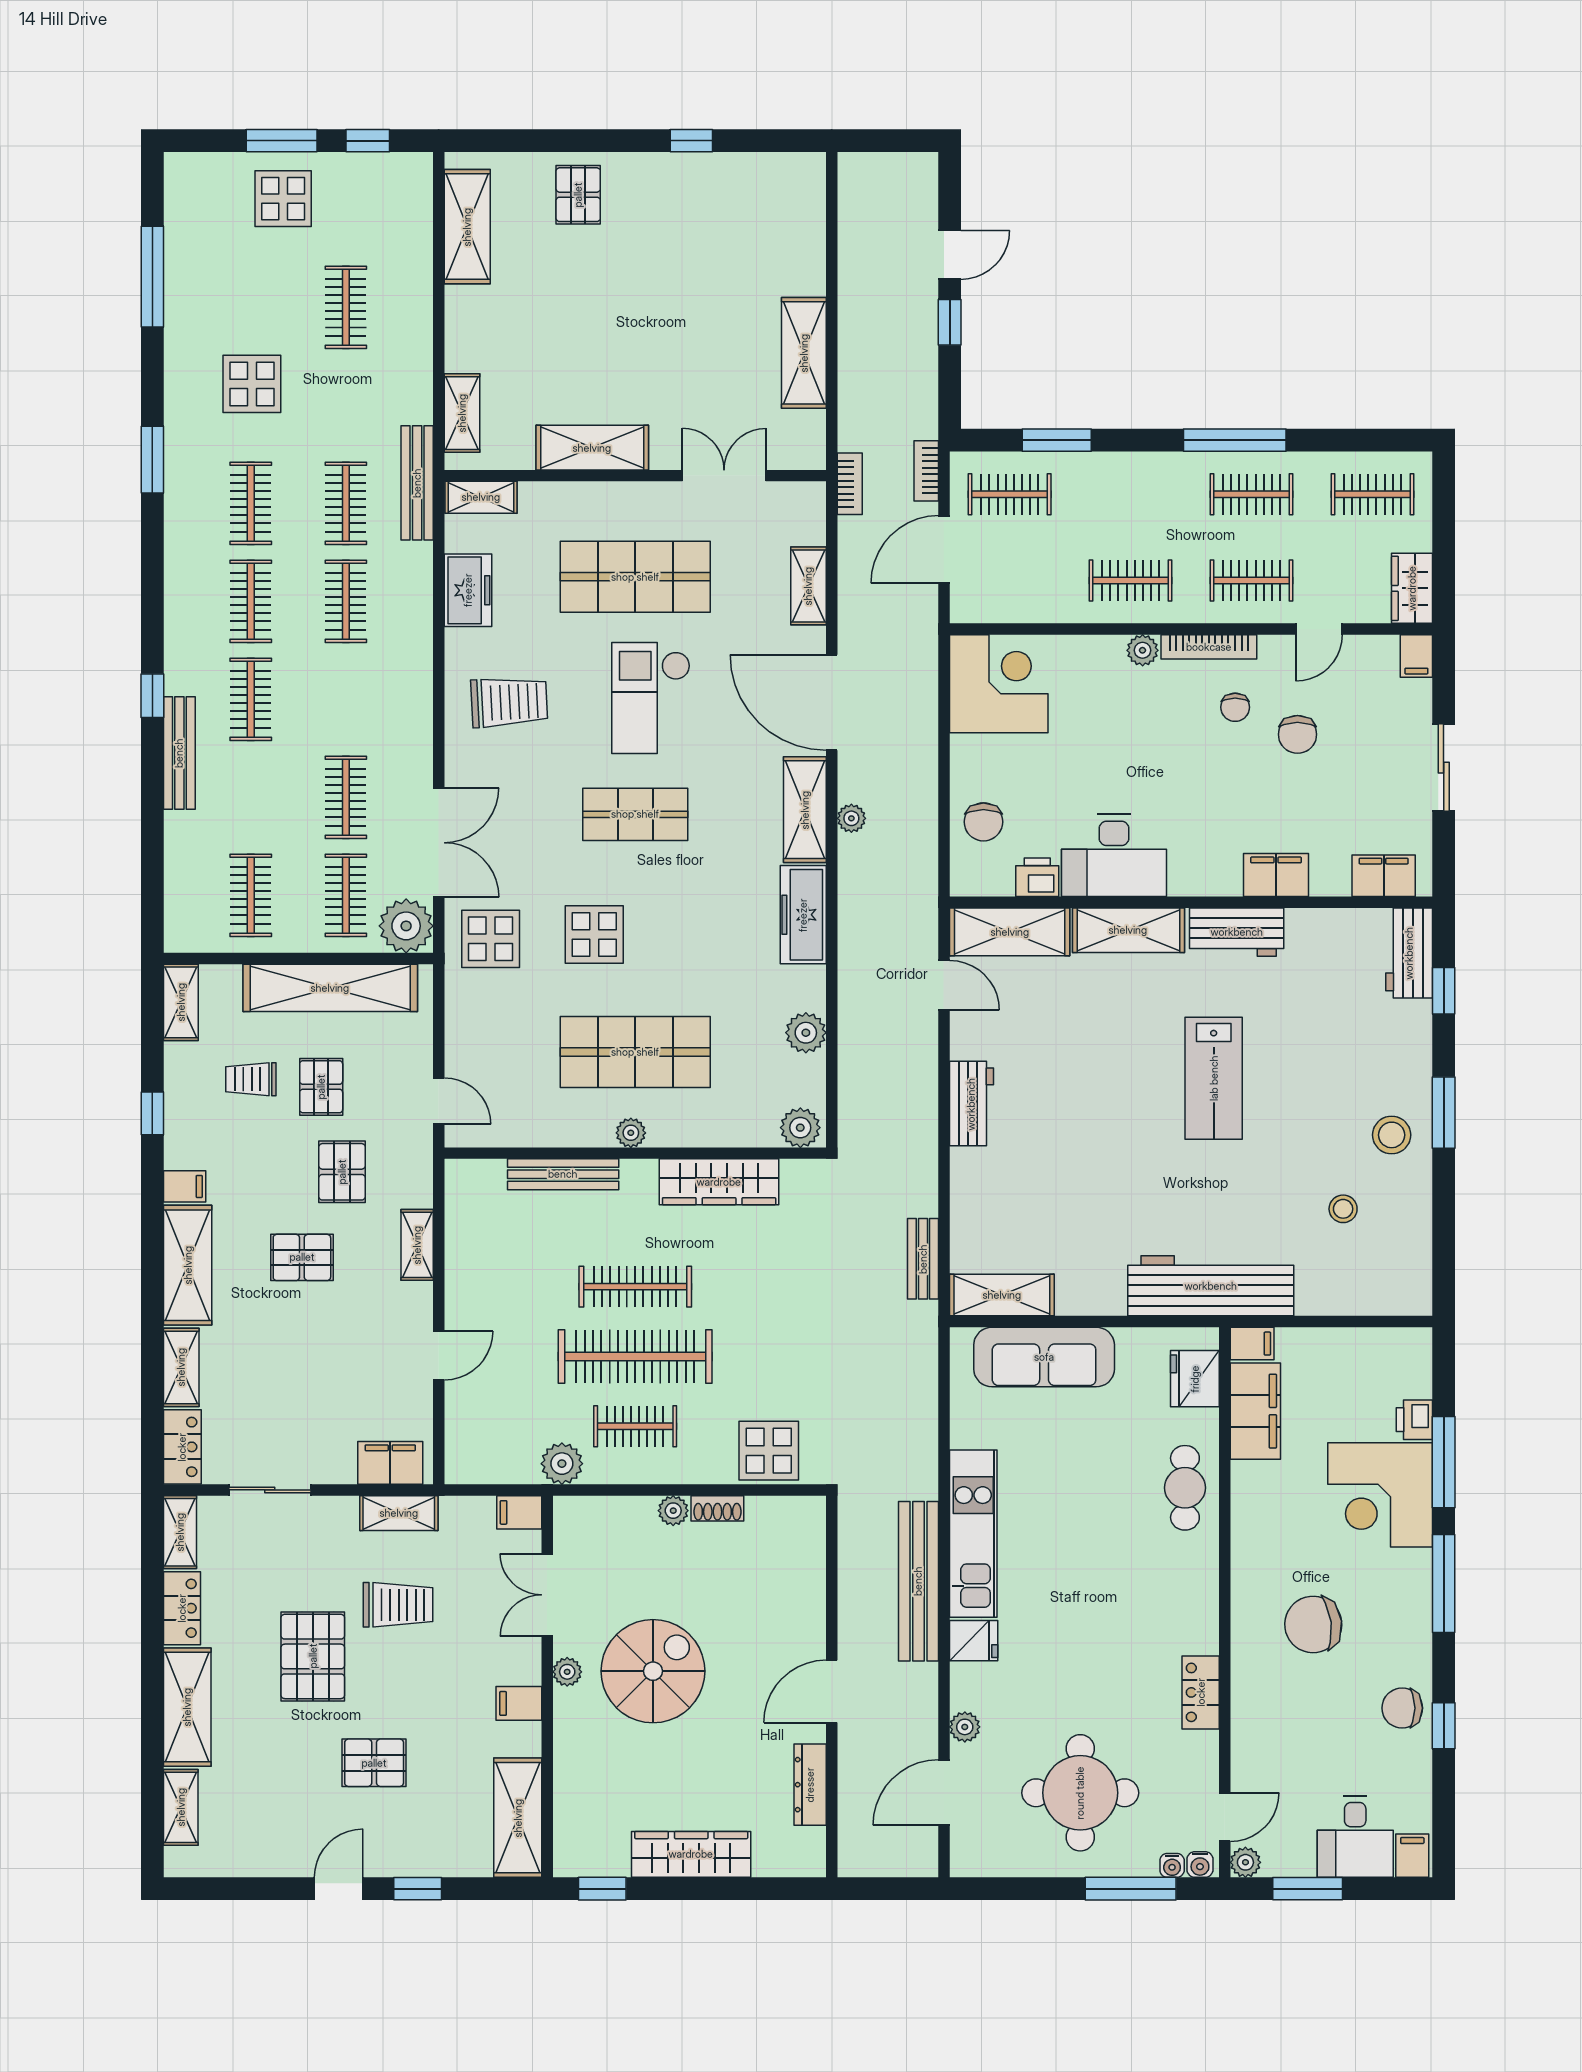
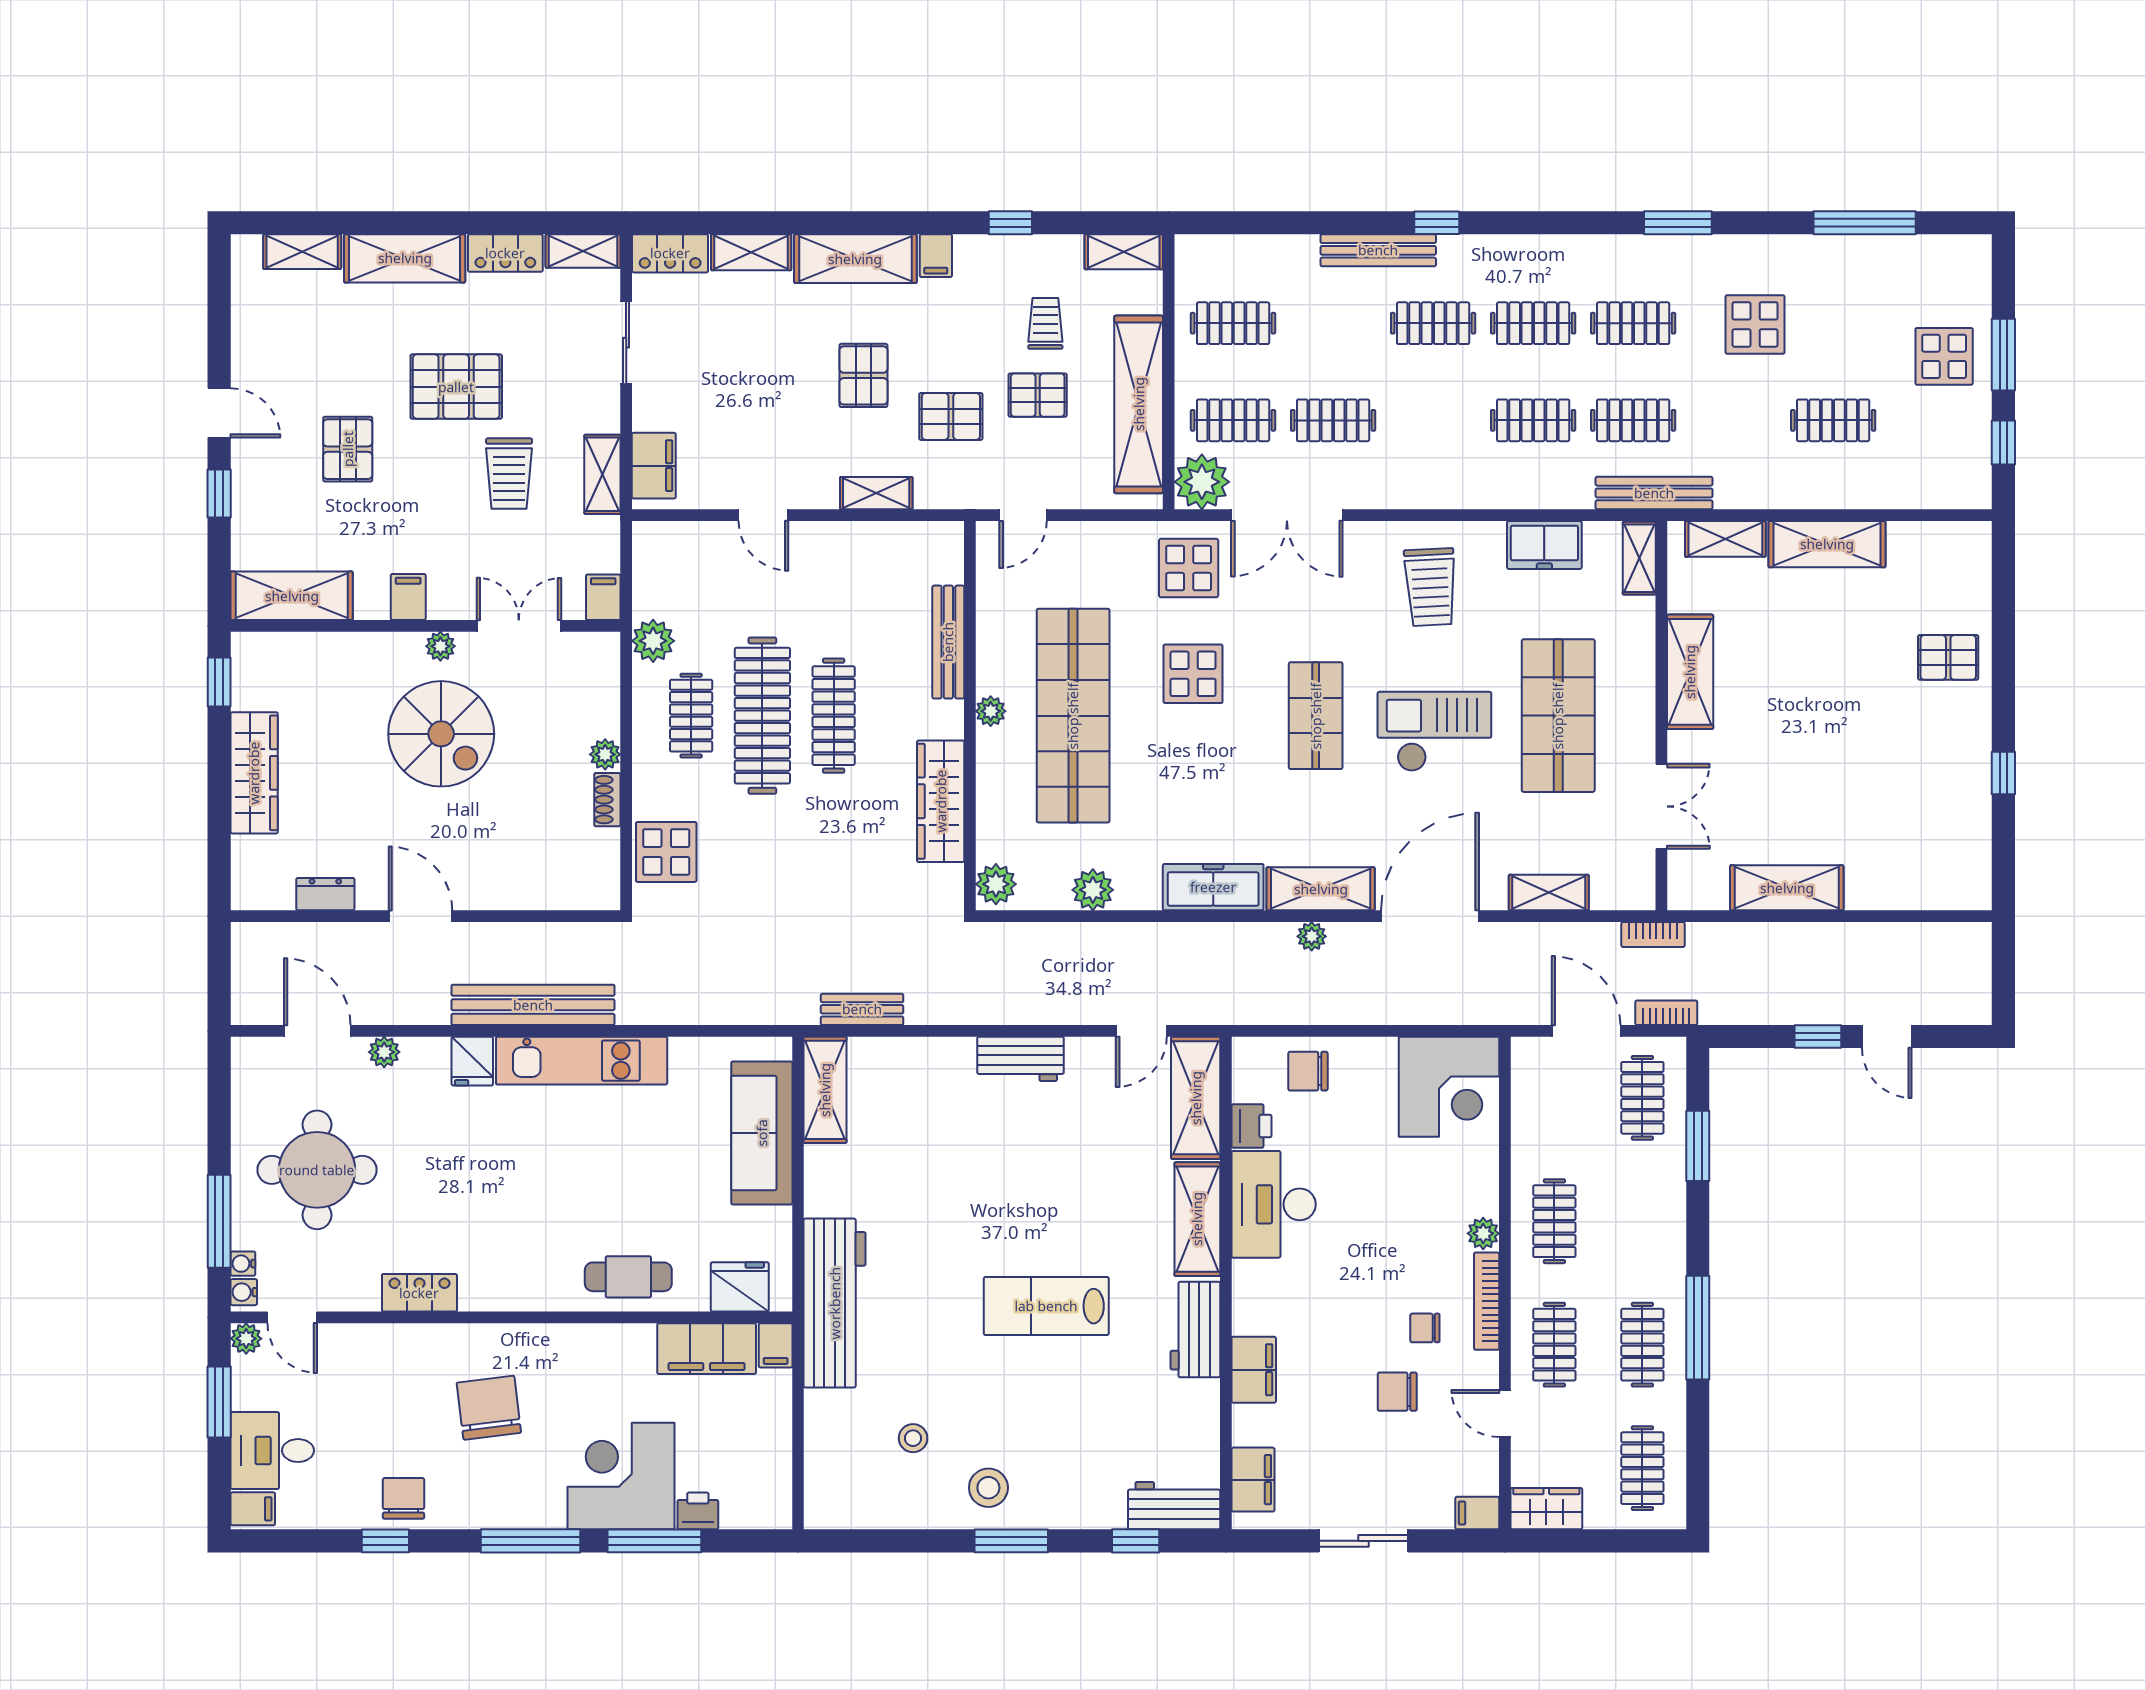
shelving: (467, 227) -> (1827, 544), moved
shop shelf: (635, 1052) -> (1073, 716), width x1.40
dresser: (810, 1785) -> (325, 894), width x0.70

